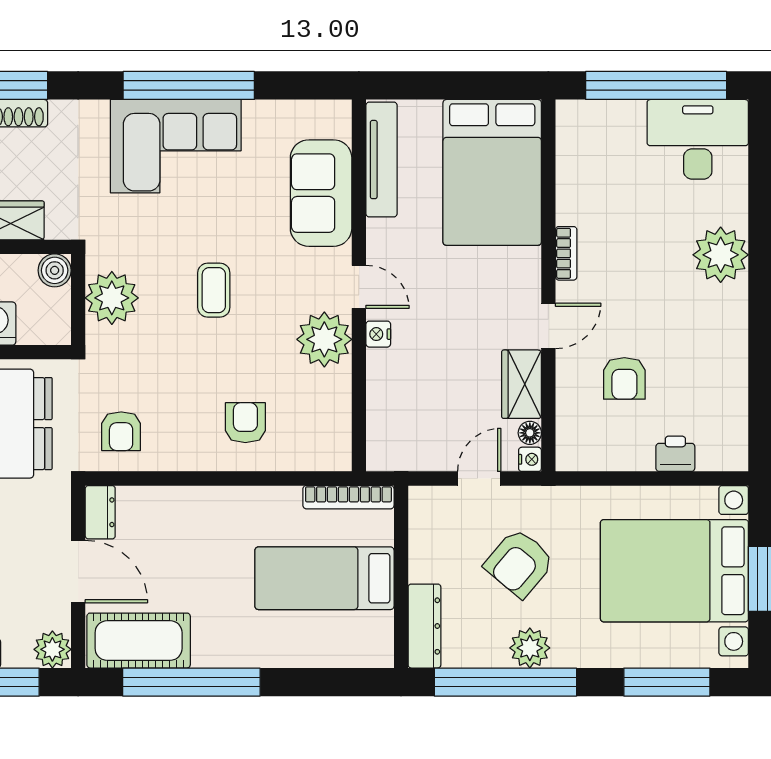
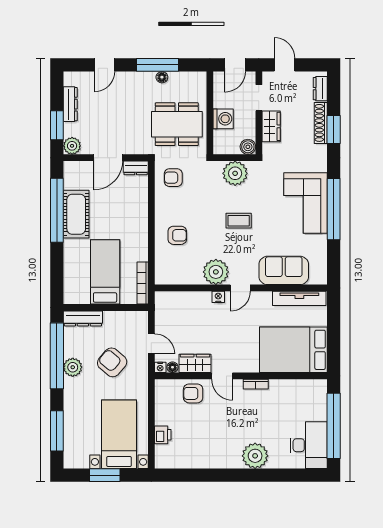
armchair: (624, 378) -> (193, 393), moved
bed with nightstands: (674, 571) -> (119, 434), width x0.73
cot: (139, 641) -> (76, 214), moved

